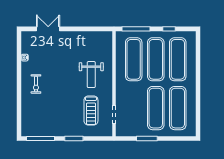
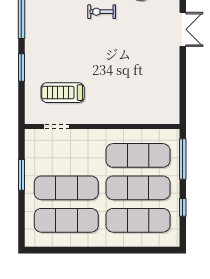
weight bench: (91, 75) -> (115, 93), removed

